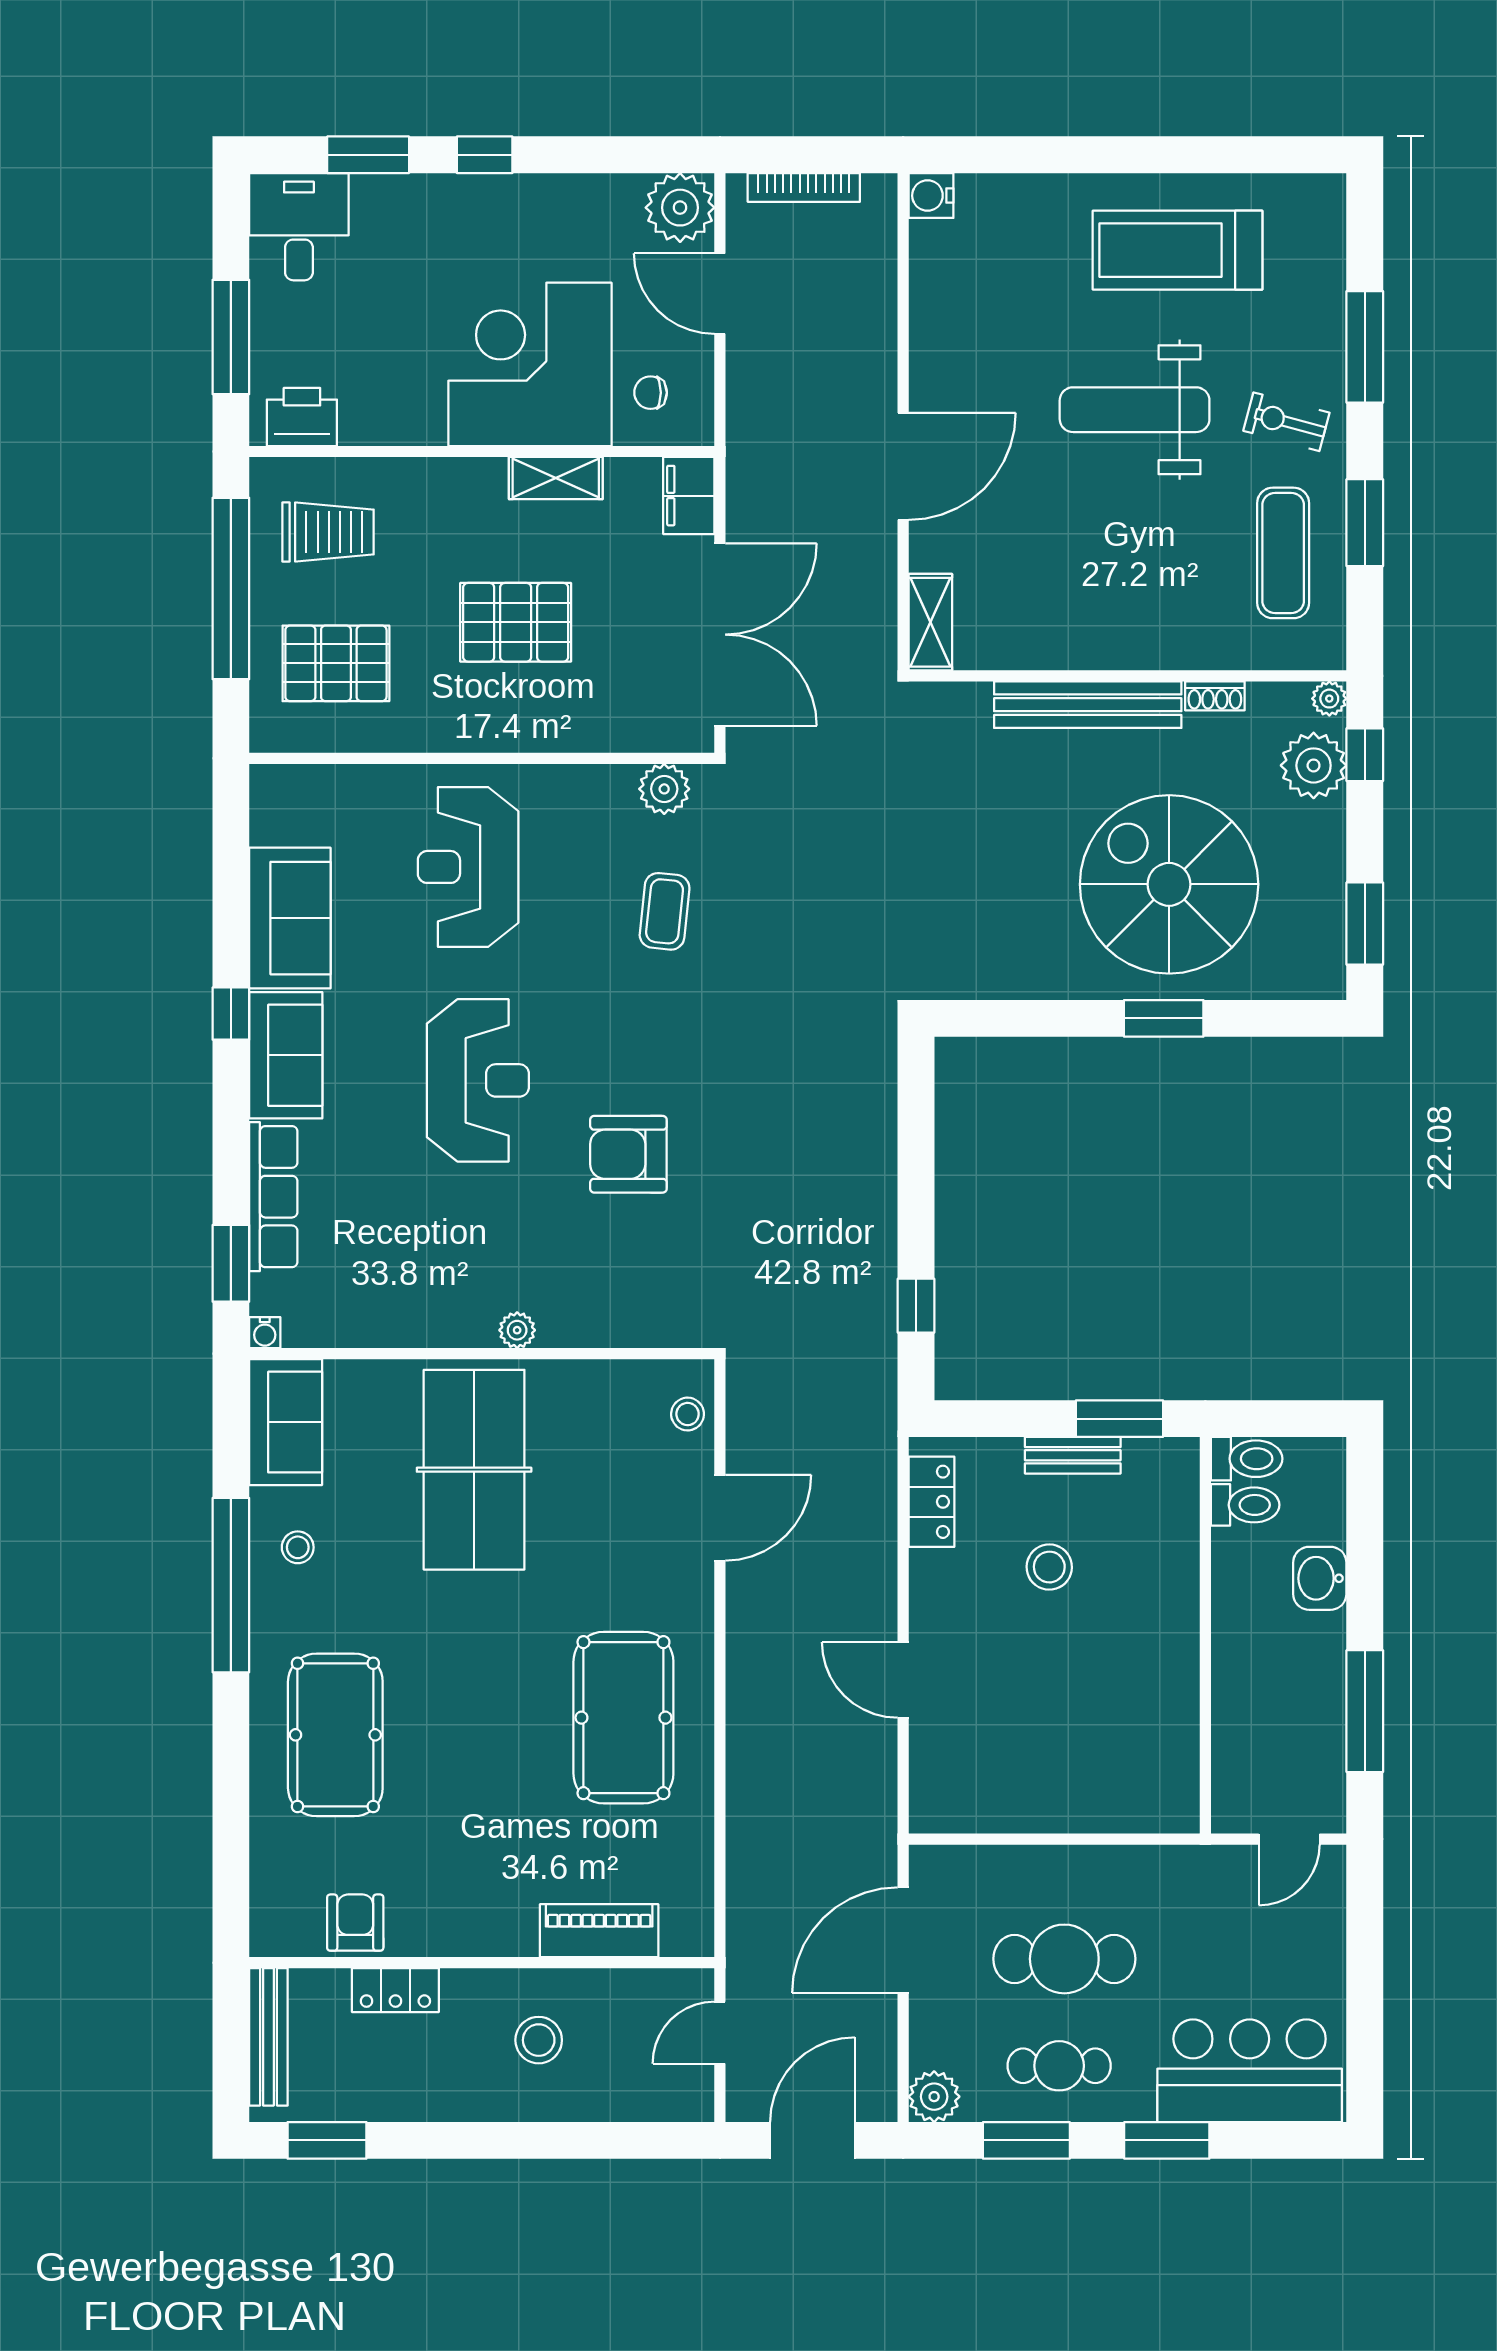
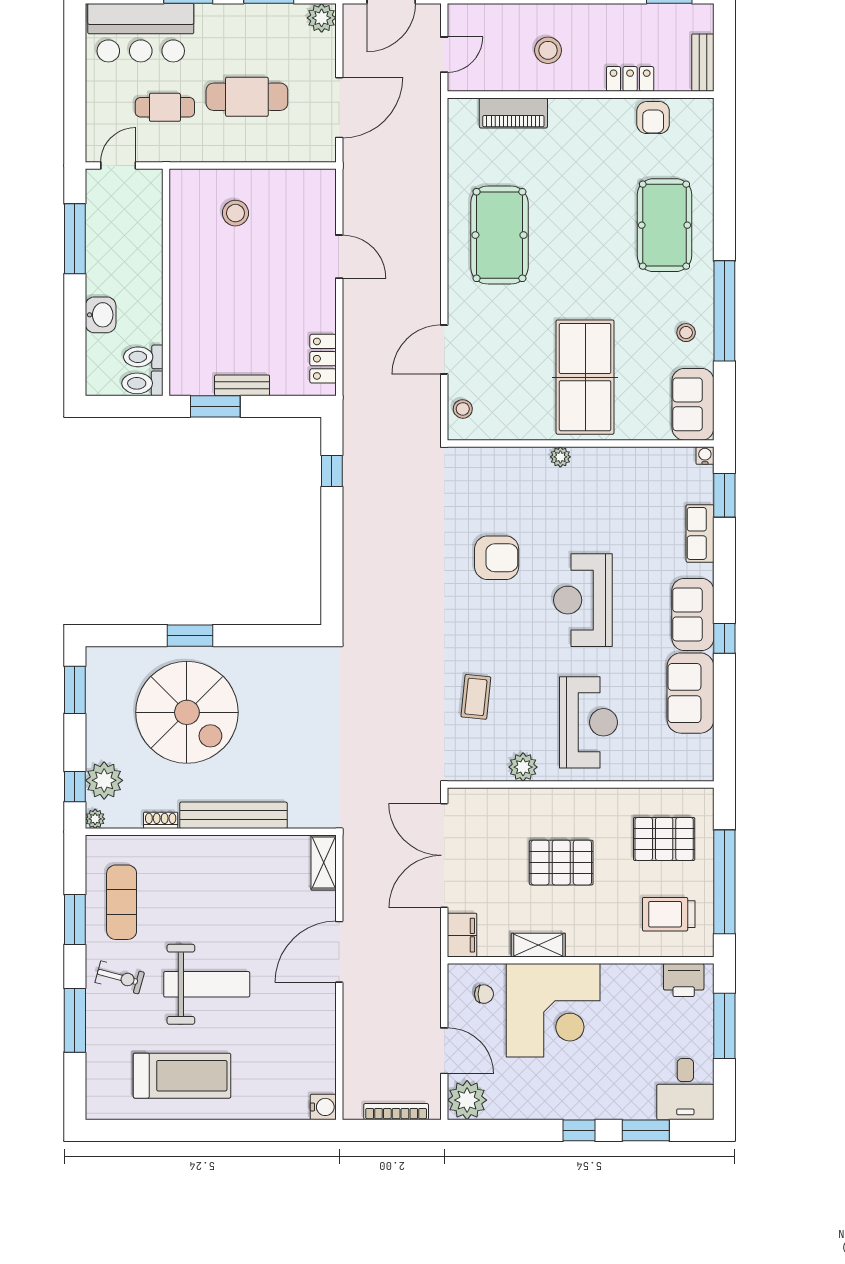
plant: (664, 789) -> (523, 767), moved
row of seats: (273, 1197) -> (700, 533), width x0.68
stool: (1049, 1567) -> (235, 213), moved
bench: (268, 2037) -> (703, 63), width x0.73
cafe table: (1059, 2066) -> (165, 107), moved

